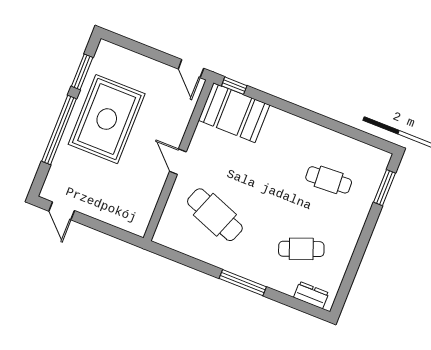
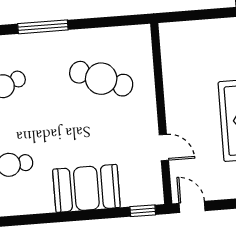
booth: (234, 113) -> (86, 188), moved
door: (178, 162) -> (164, 148), moved

